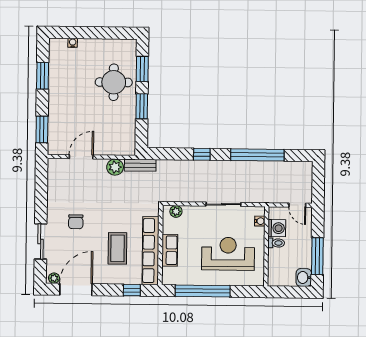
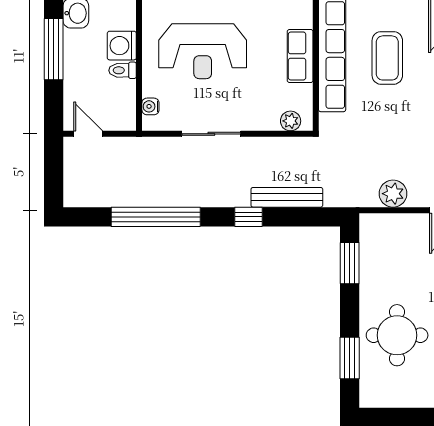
window: (142, 106) -> (350, 263), moved
bench: (140, 165) -> (287, 197), moved, width x1.36
washing machine: (277, 228) -> (122, 46), moved

